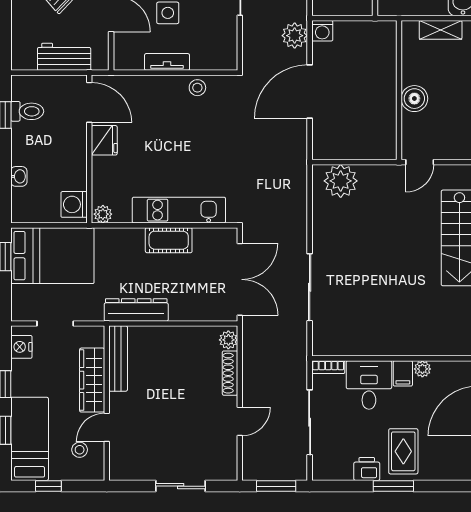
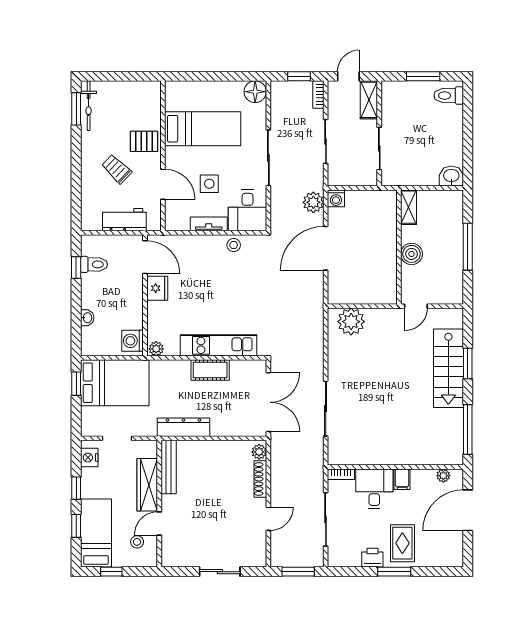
shelving: (441, 30) -> (409, 207), moved, turned 90
desk: (214, 45) -> (248, 210), added
plant: (422, 369) -> (443, 476), moved

